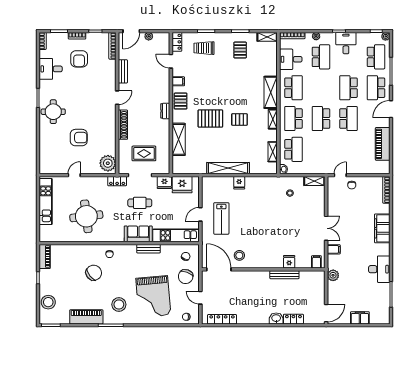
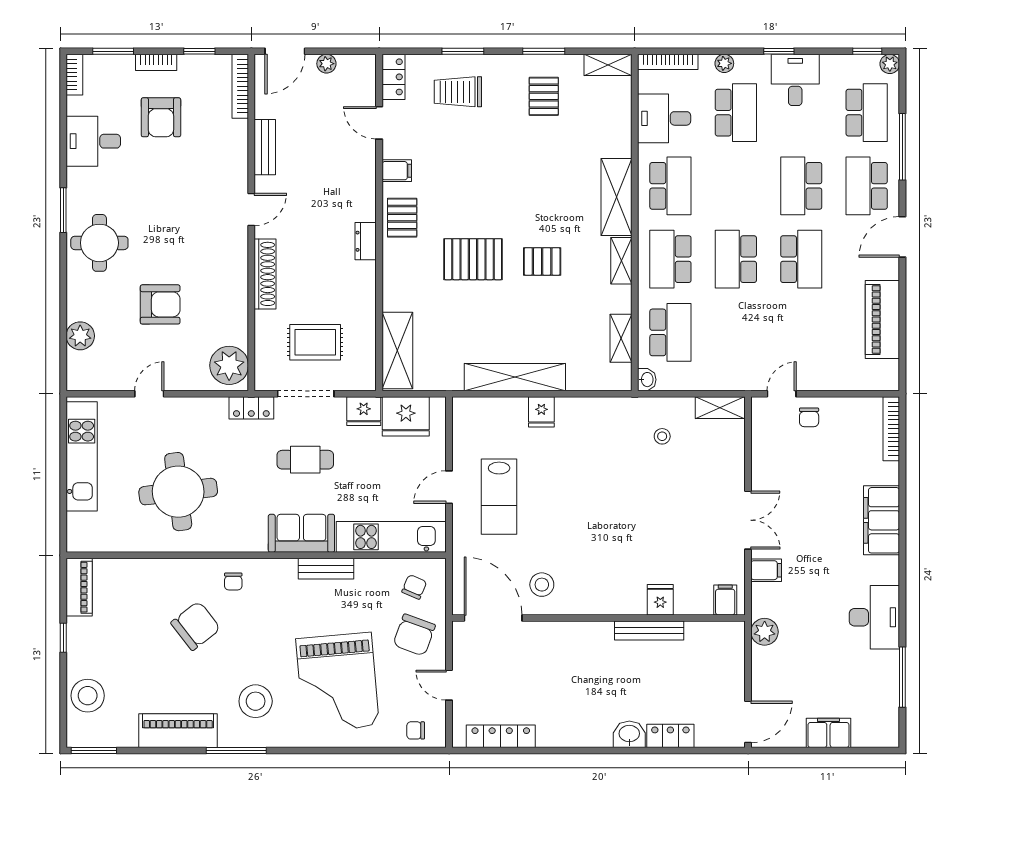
shelving: (179, 139) -> (397, 350), moved
plant: (45, 151) -> (80, 336), added

